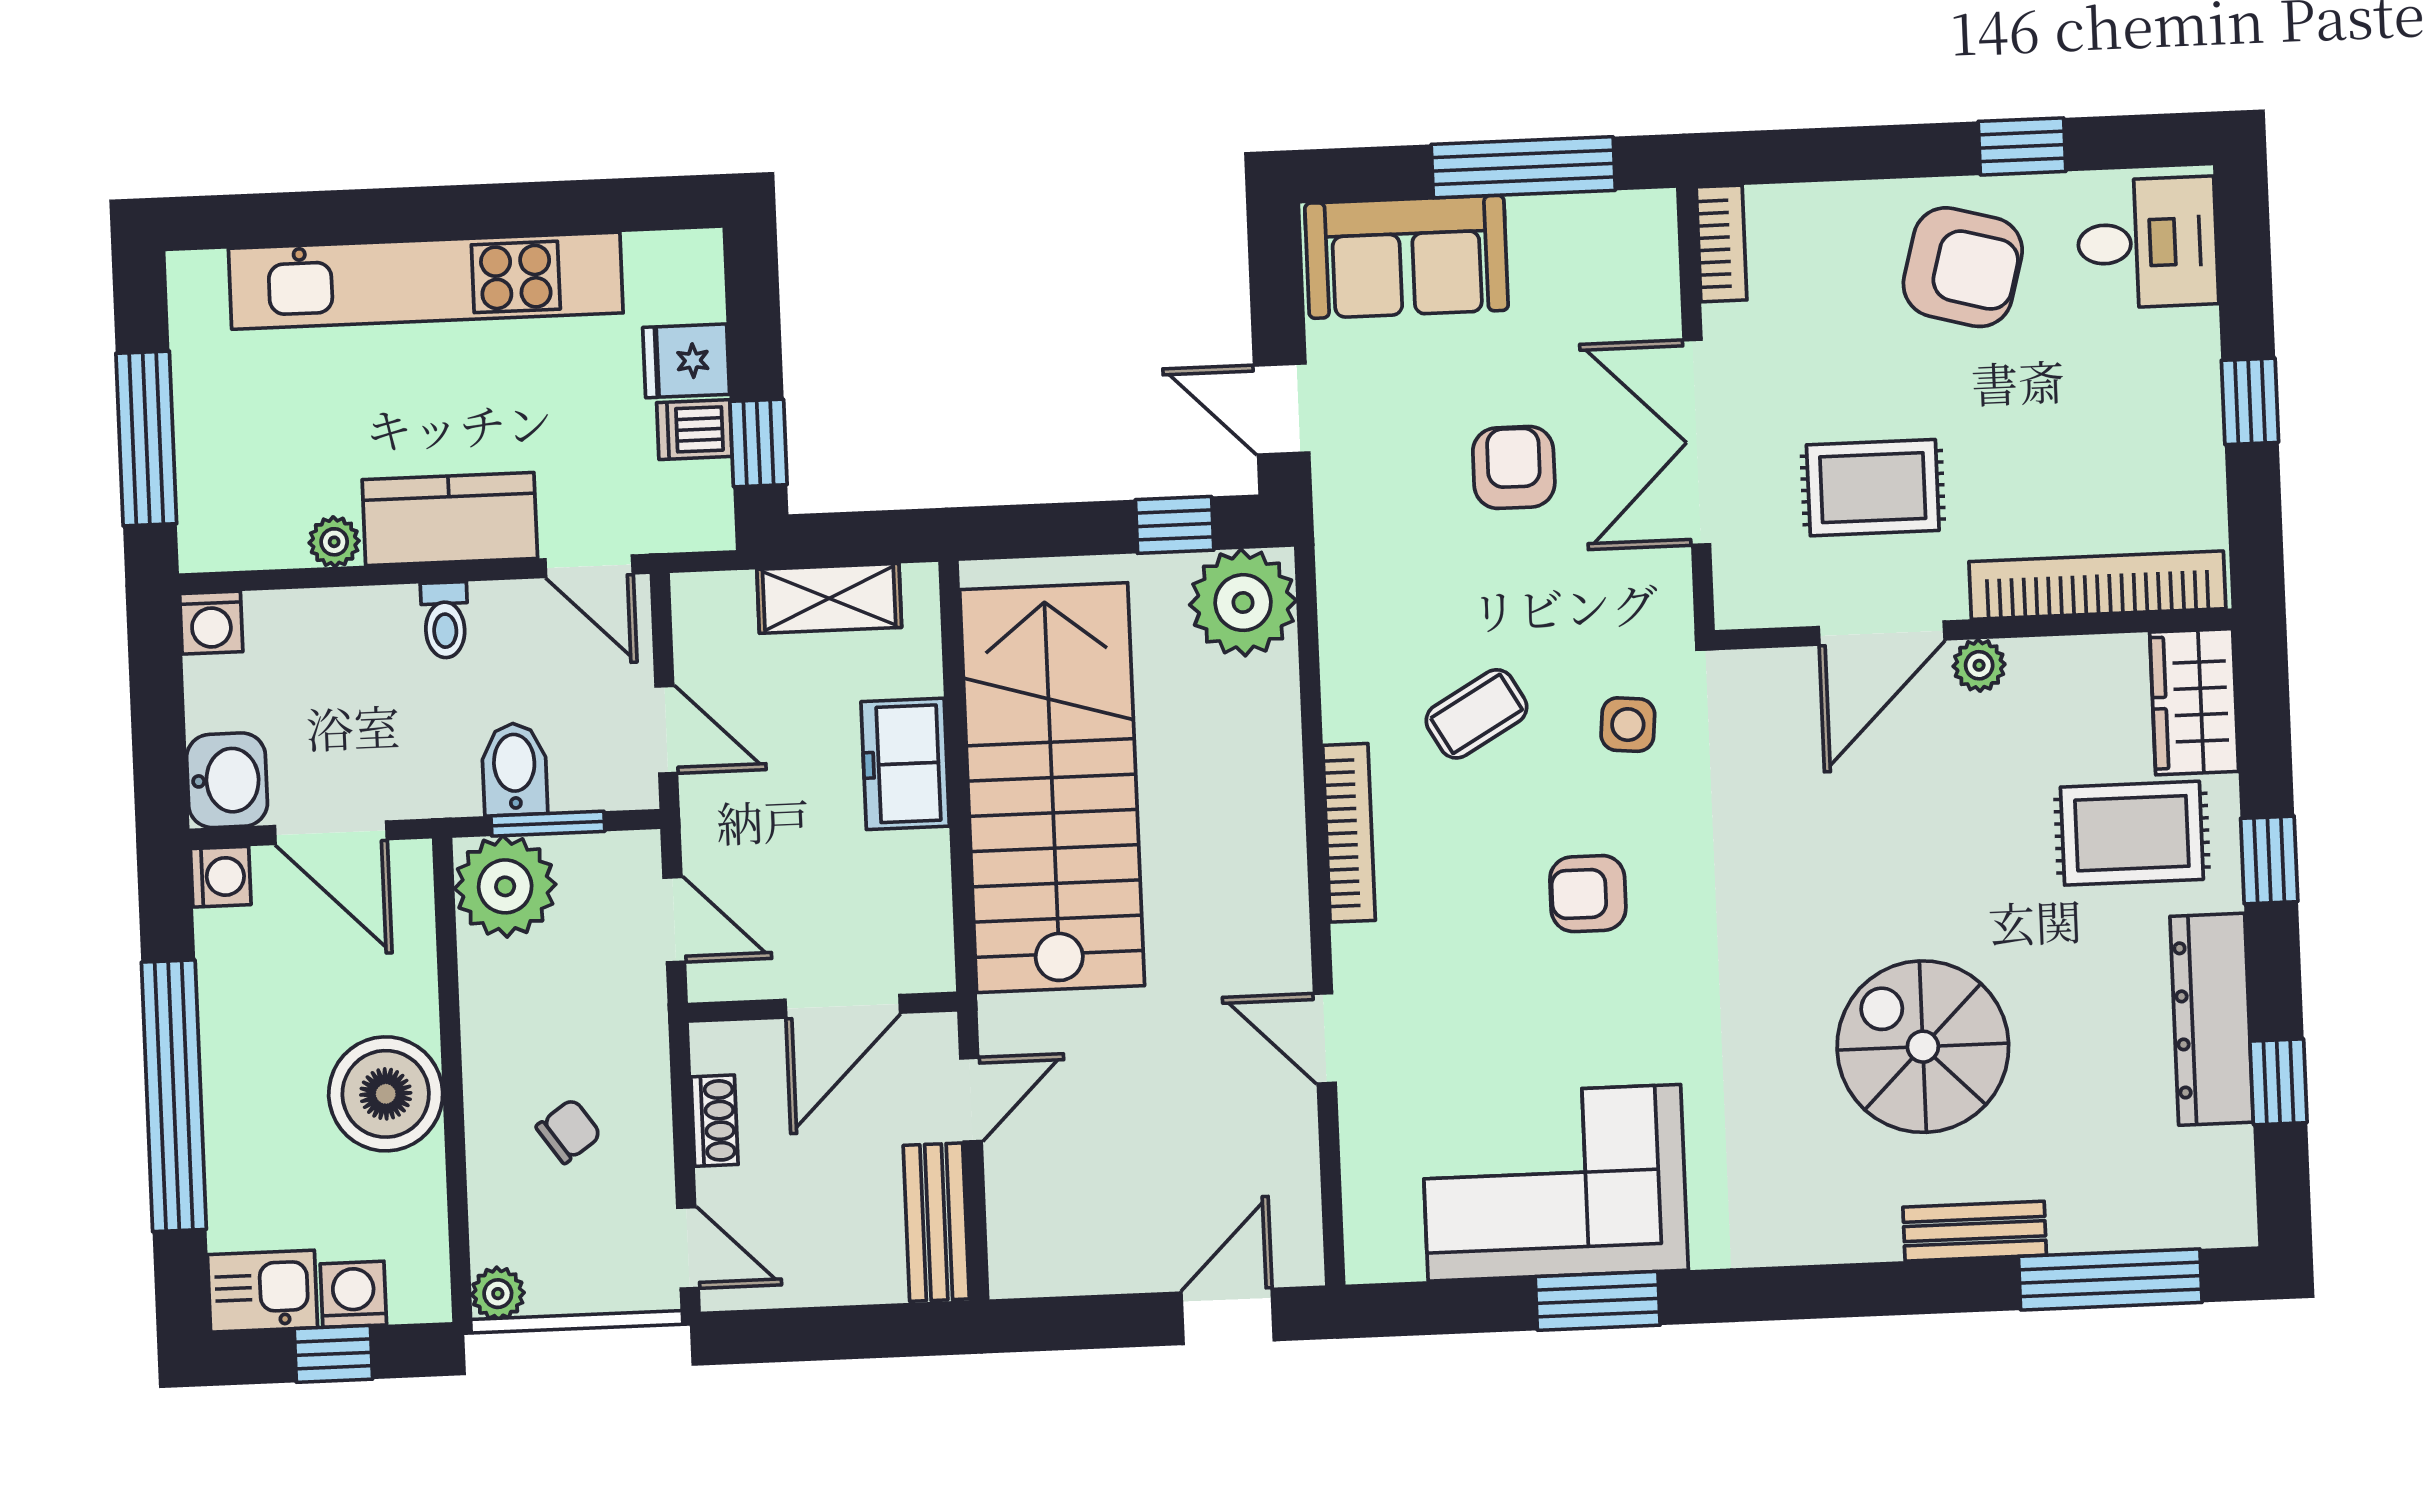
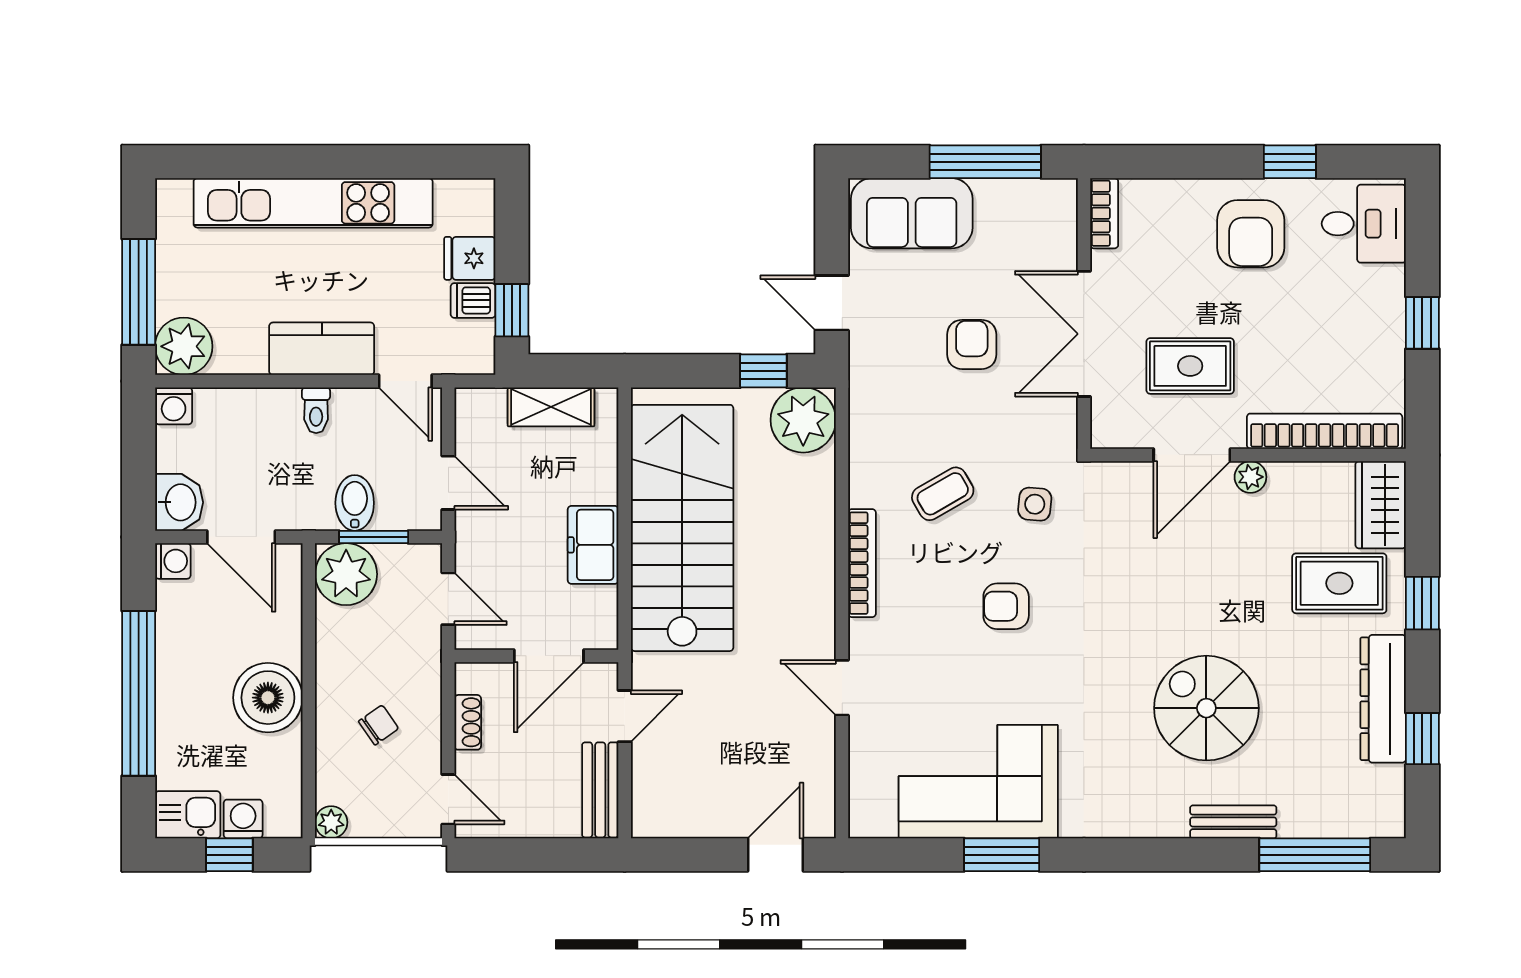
armchair: (1963, 267) -> (1251, 234), turned 75
plant: (334, 542) -> (184, 346), moved, width x1.87, depth x1.87
freezer: (905, 764) -> (593, 545), moved

